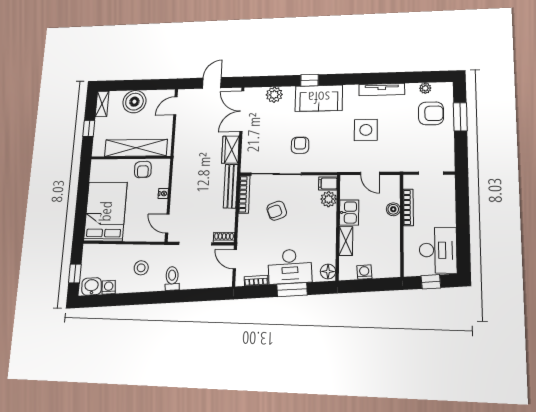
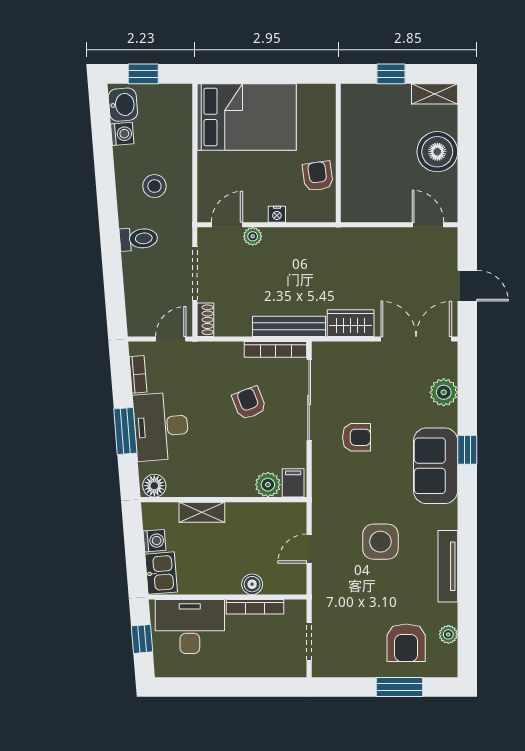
shelving: (136, 148) -> (355, 161), removed
armchair: (143, 170) -> (318, 176), turned 85
plant: (175, 208) -> (253, 236), added
kitchen sink: (349, 212) -> (161, 573), moved, turned -95
desk: (438, 250) -> (190, 627), moved, turned 180

